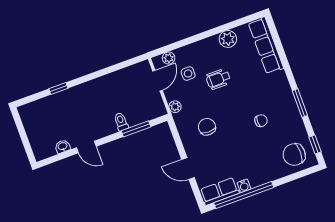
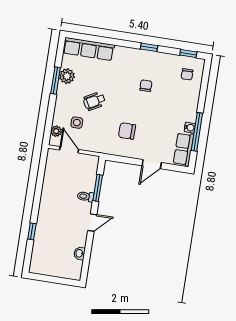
window: (217, 30) -> (56, 81), added
wheelchair: (218, 79) -> (94, 101), turned 61
window: (300, 103) -> (149, 47), width x0.67
plant: (175, 107) -> (97, 147), removed
door: (86, 147) -> (92, 223), moved
chair: (294, 155) -> (187, 74), width x0.54, depth x0.54
window: (244, 195) -> (197, 132), width x0.68

